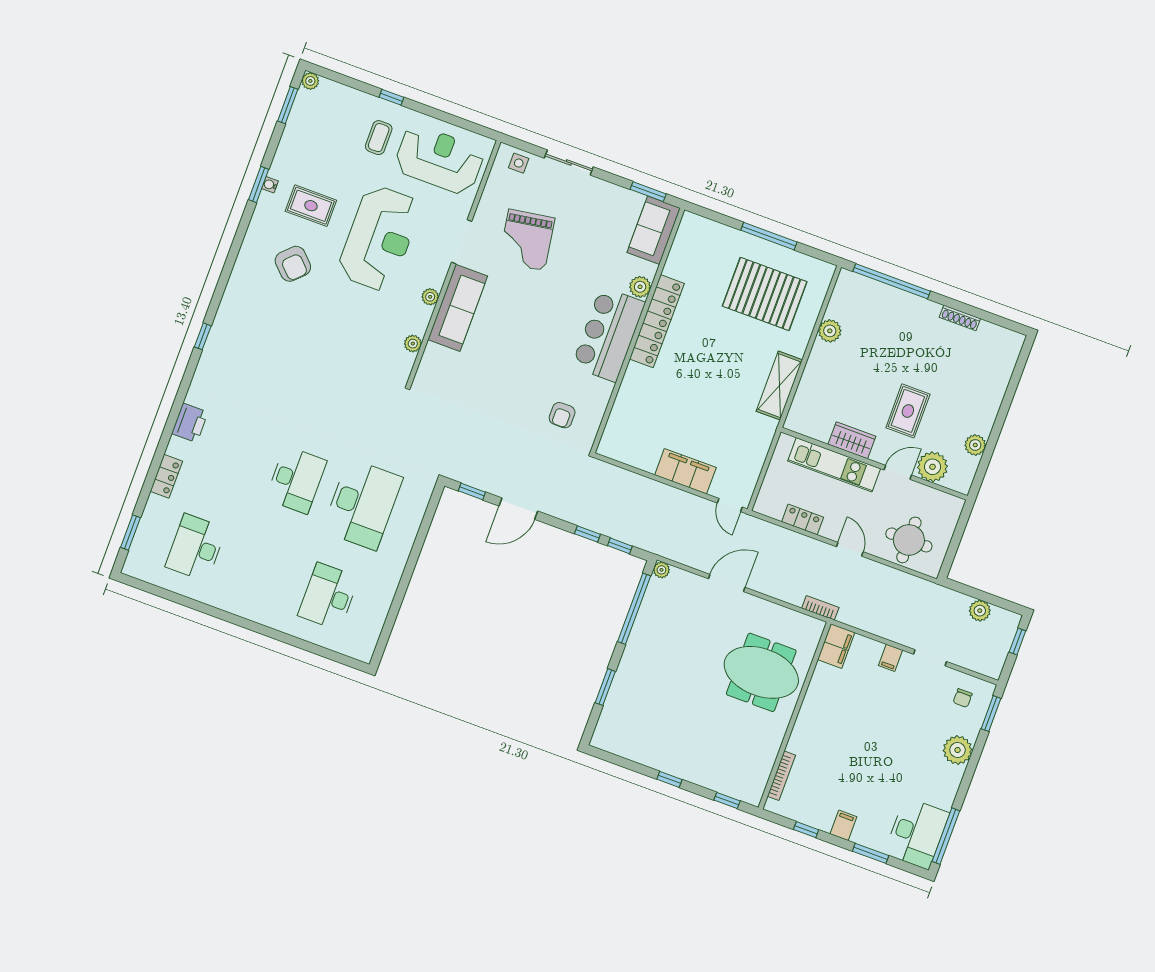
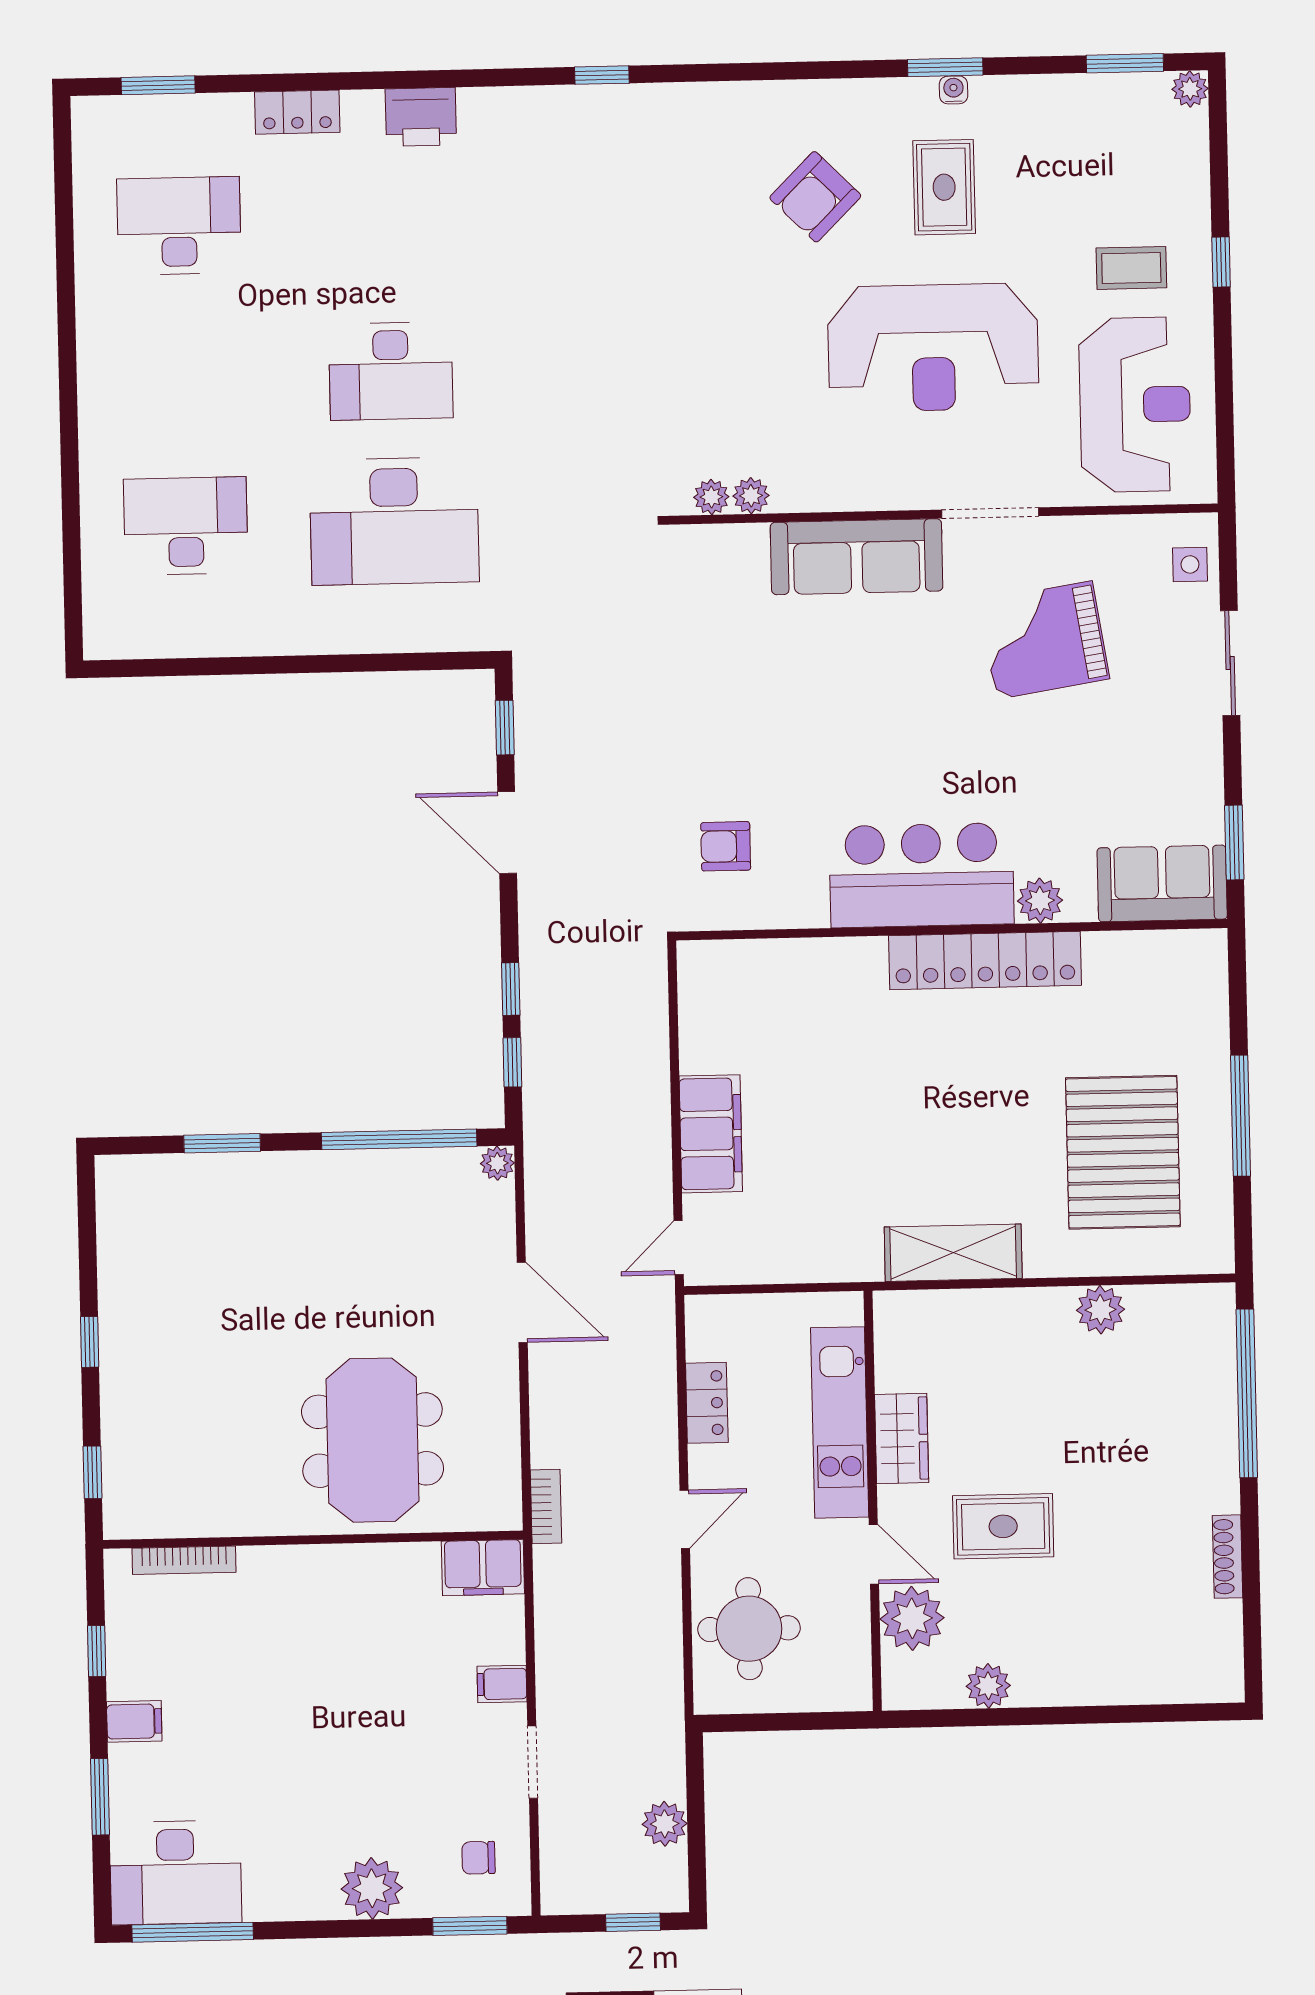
plant: (430, 297) -> (711, 497), moved

